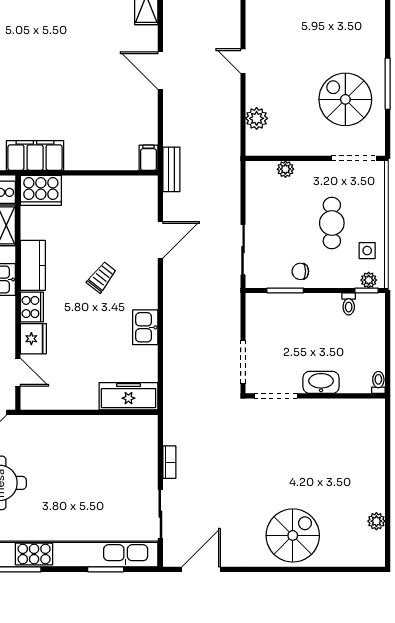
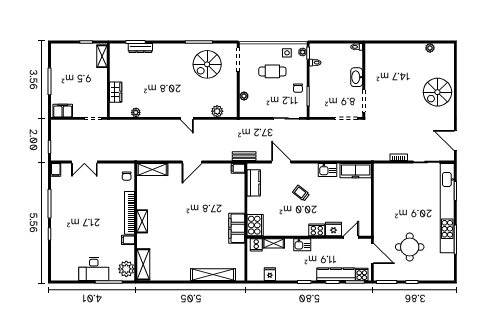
door: (243, 61) -> (187, 118), hinge flipped
kitchen counter: (33, 265) -> (254, 183), moved, turned 90
freezer: (128, 396) -> (356, 171), moved, turned -90
spiral stairs: (293, 535) -> (437, 92), turned -90

